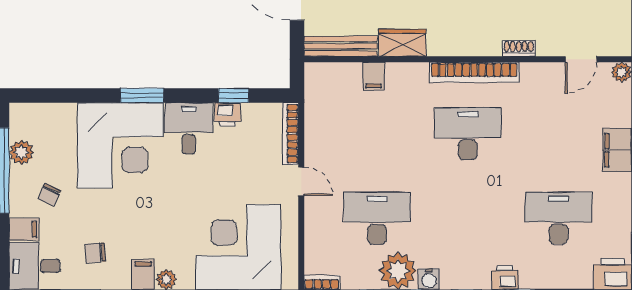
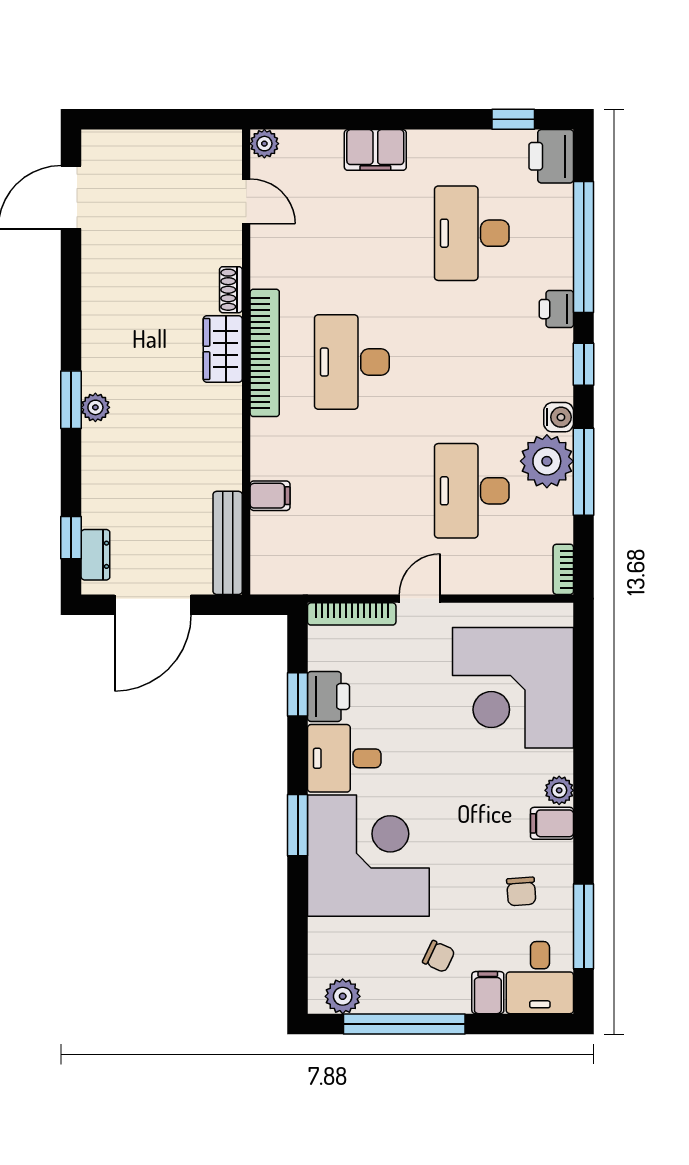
wardrobe: (402, 43) -> (223, 349), moved
printer: (228, 114) -> (329, 697), width x1.36, depth x1.24
plant: (21, 152) -> (343, 996), moved

